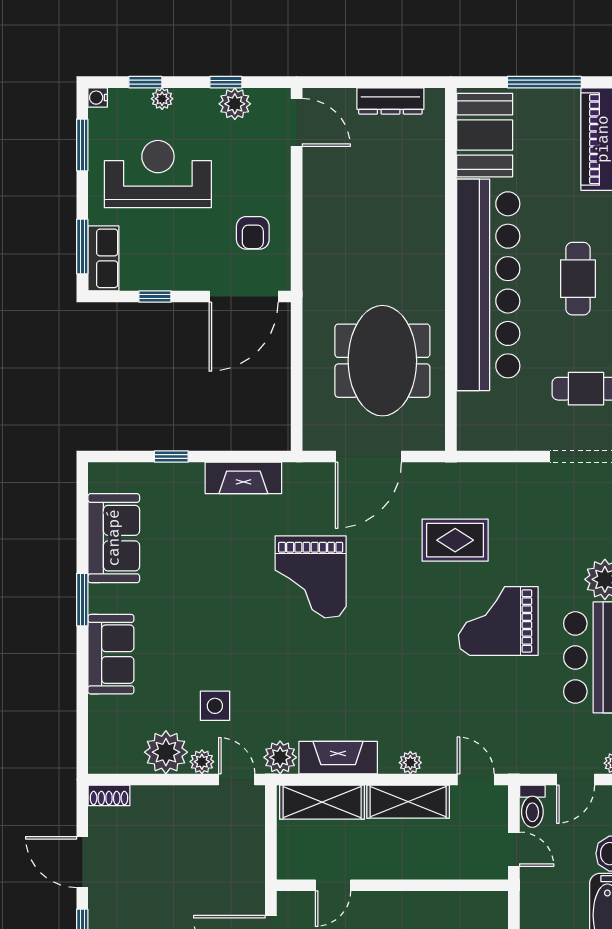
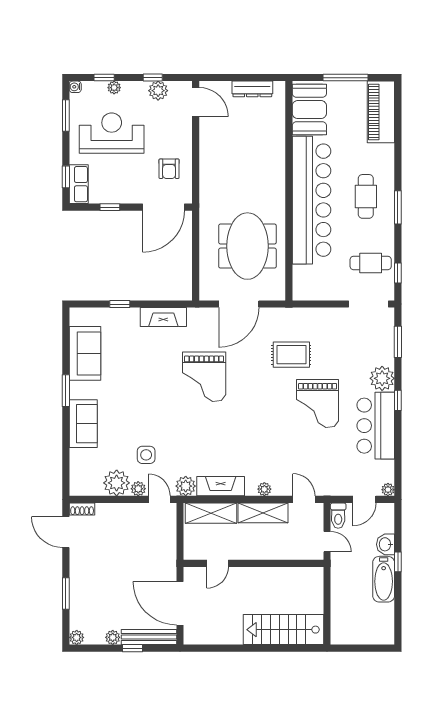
window: (82, 246) -> (66, 177), width x0.67
grand piano: (498, 621) -> (318, 404), turned -90
door: (82, 862) -> (66, 532), moved

